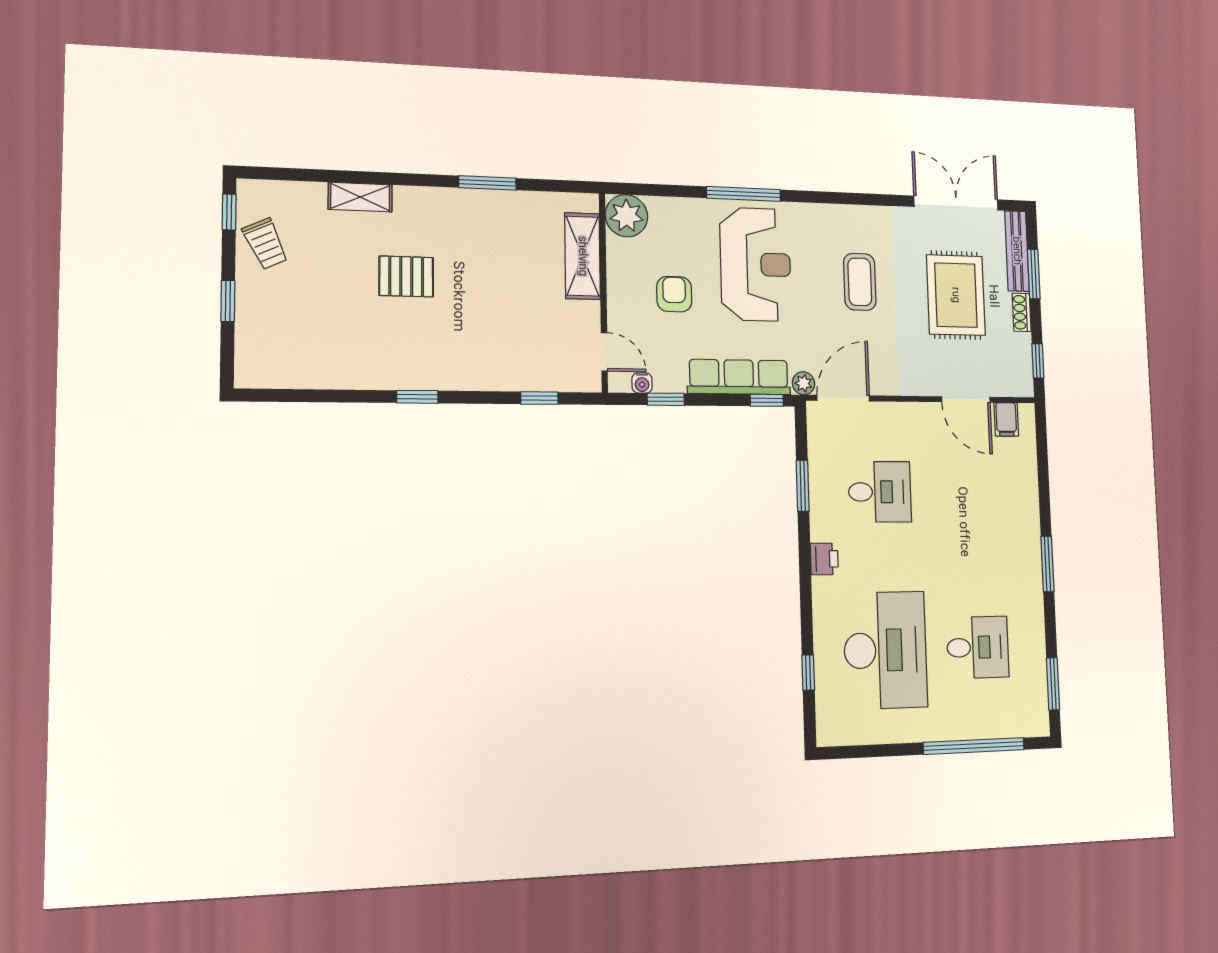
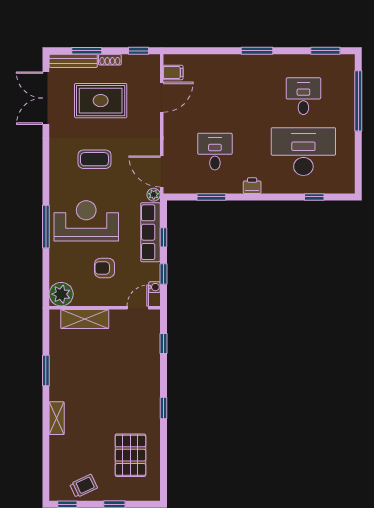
shelving: (360, 197) -> (57, 418), moved
pallet: (406, 276) -> (130, 455), moved, width x1.50, depth x1.42
window: (767, 400) -> (163, 237), moved

